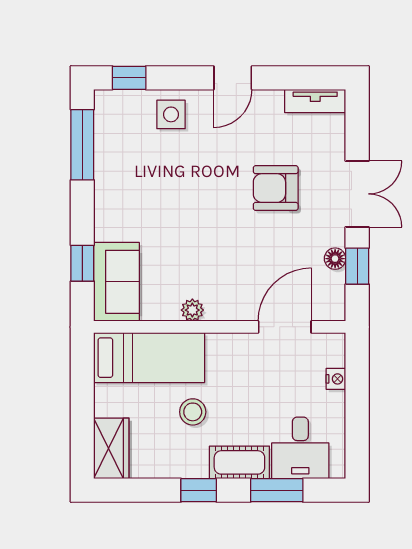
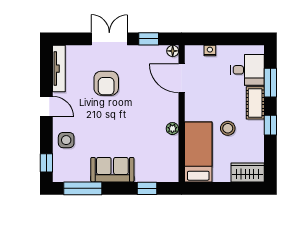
tv unit: (315, 101) -> (59, 69), width x1.41
floor lamp: (335, 259) -> (173, 51), moved
sofa: (117, 282) -> (112, 170), moved

